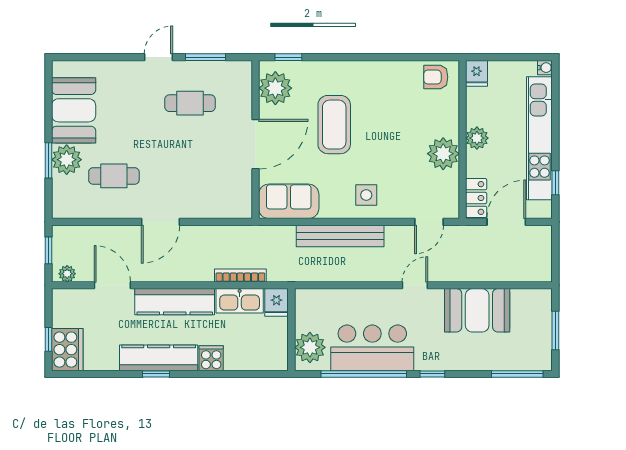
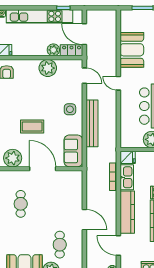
coffee table: (334, 125) -> (32, 127), width x0.73, depth x0.76
plant: (477, 138) -> (53, 50), moved
door: (112, 285) -> (118, 245), hinge flipped

